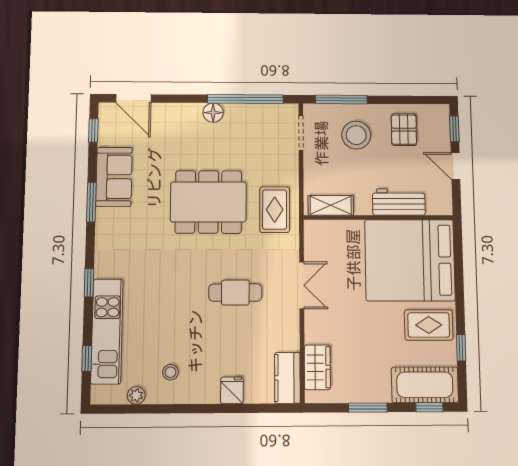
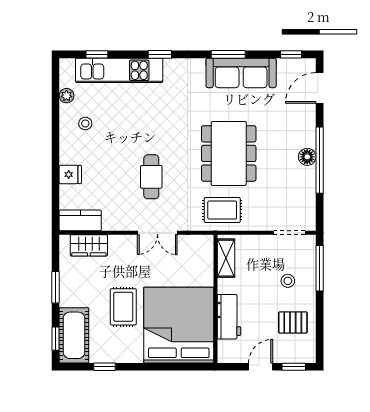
window: (245, 99) -> (320, 160), moved
stool: (356, 135) -> (288, 281), width x0.53, depth x0.53
sofa: (114, 177) -> (241, 73), width x1.36
rug: (429, 325) -> (123, 307), moved

